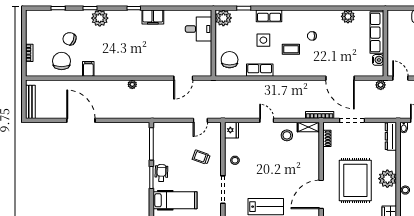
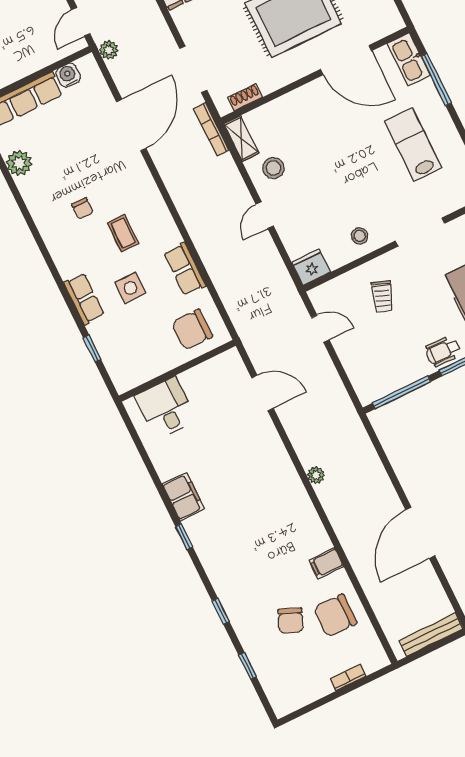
plant: (100, 18) -> (230, 586), removed
plant: (223, 18) -> (126, 375), removed

